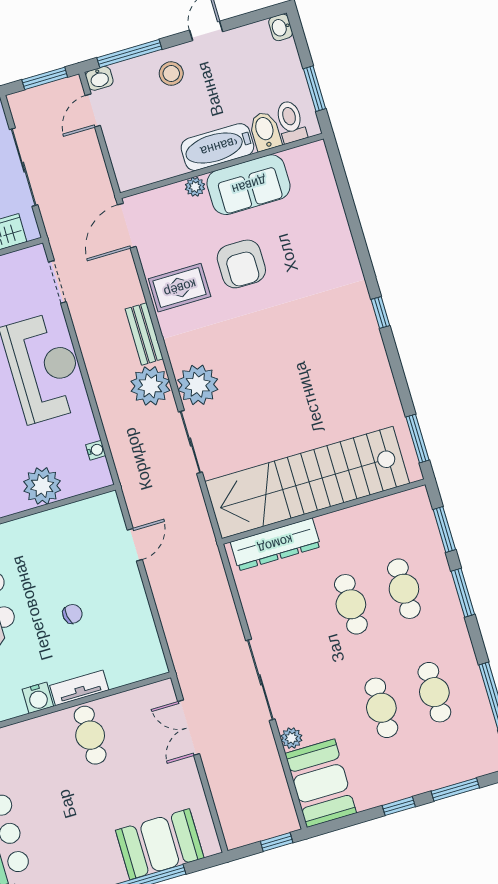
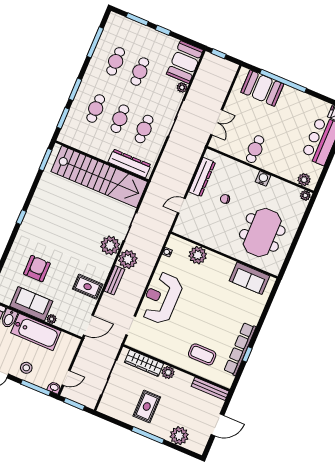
bathtub: (217, 147) -> (36, 332), width x1.36, depth x1.36
armchair: (241, 264) -> (37, 269), moved
dresser: (139, 619) -> (202, 177), added
cafe table: (298, 620) -> (144, 129), added
tv unit: (79, 688) -> (245, 170), removed

